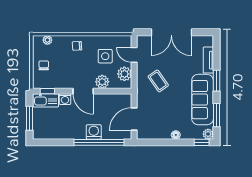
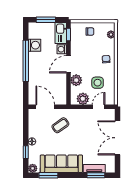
coffee table: (158, 81) -> (60, 125), moved
window: (216, 81) -> (96, 175), moved
washing machine: (94, 132) -> (34, 45), moved
window: (99, 142) -> (26, 61), moved
window: (202, 142) -> (26, 152), moved

